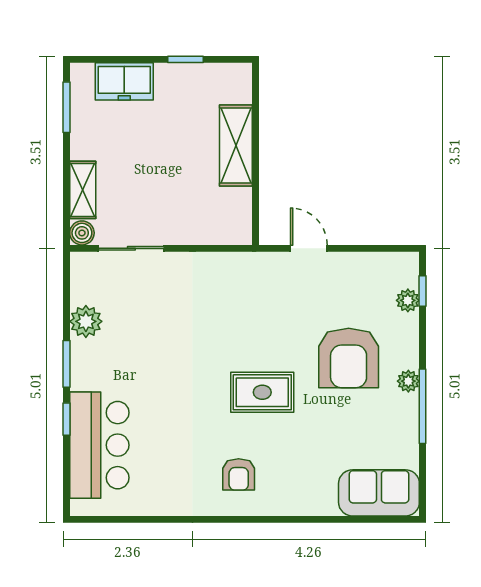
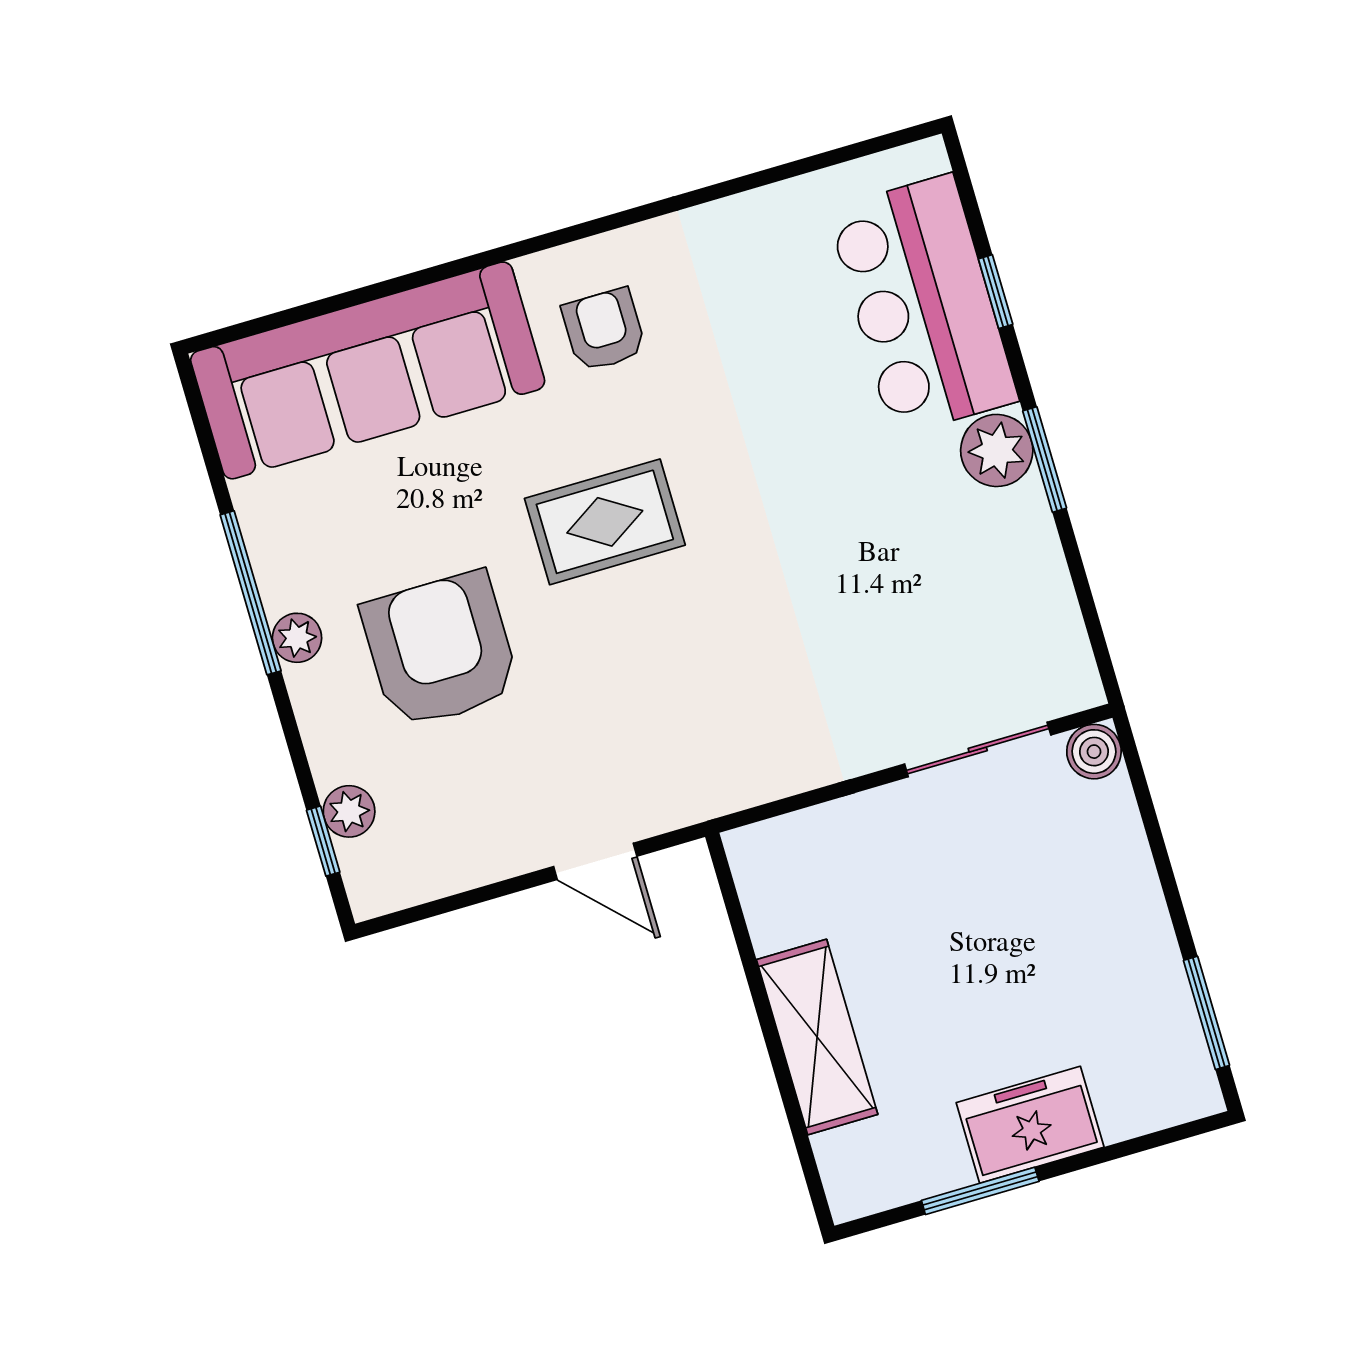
window: (185, 59) -> (980, 1191), width x1.50
freezer: (124, 81) -> (1030, 1125), moved
shelving: (83, 190) -> (1119, 845), removed
plant: (86, 321) -> (997, 450), moved
window: (67, 419) -> (996, 292), moved
sofa: (379, 493) -> (368, 370), width x1.85, depth x1.27

